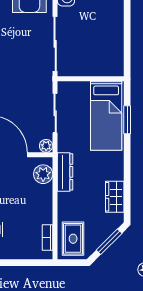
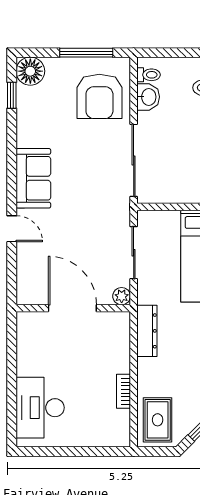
plant: (43, 174) -> (118, 334), removed
bookcase: (47, 237) -> (123, 391), moved

